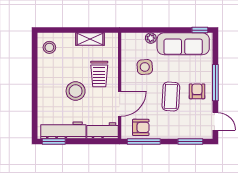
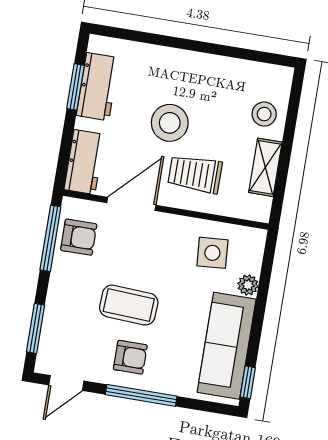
stool: (49, 47) -> (264, 114), moved
side table: (145, 67) -> (212, 253), moved
door: (120, 104) -> (131, 204), swing flipped
armchair: (141, 127) -> (79, 237), turned -90
workbench: (63, 130) -> (98, 87), width x0.73
window: (54, 142) -> (76, 87), moved

